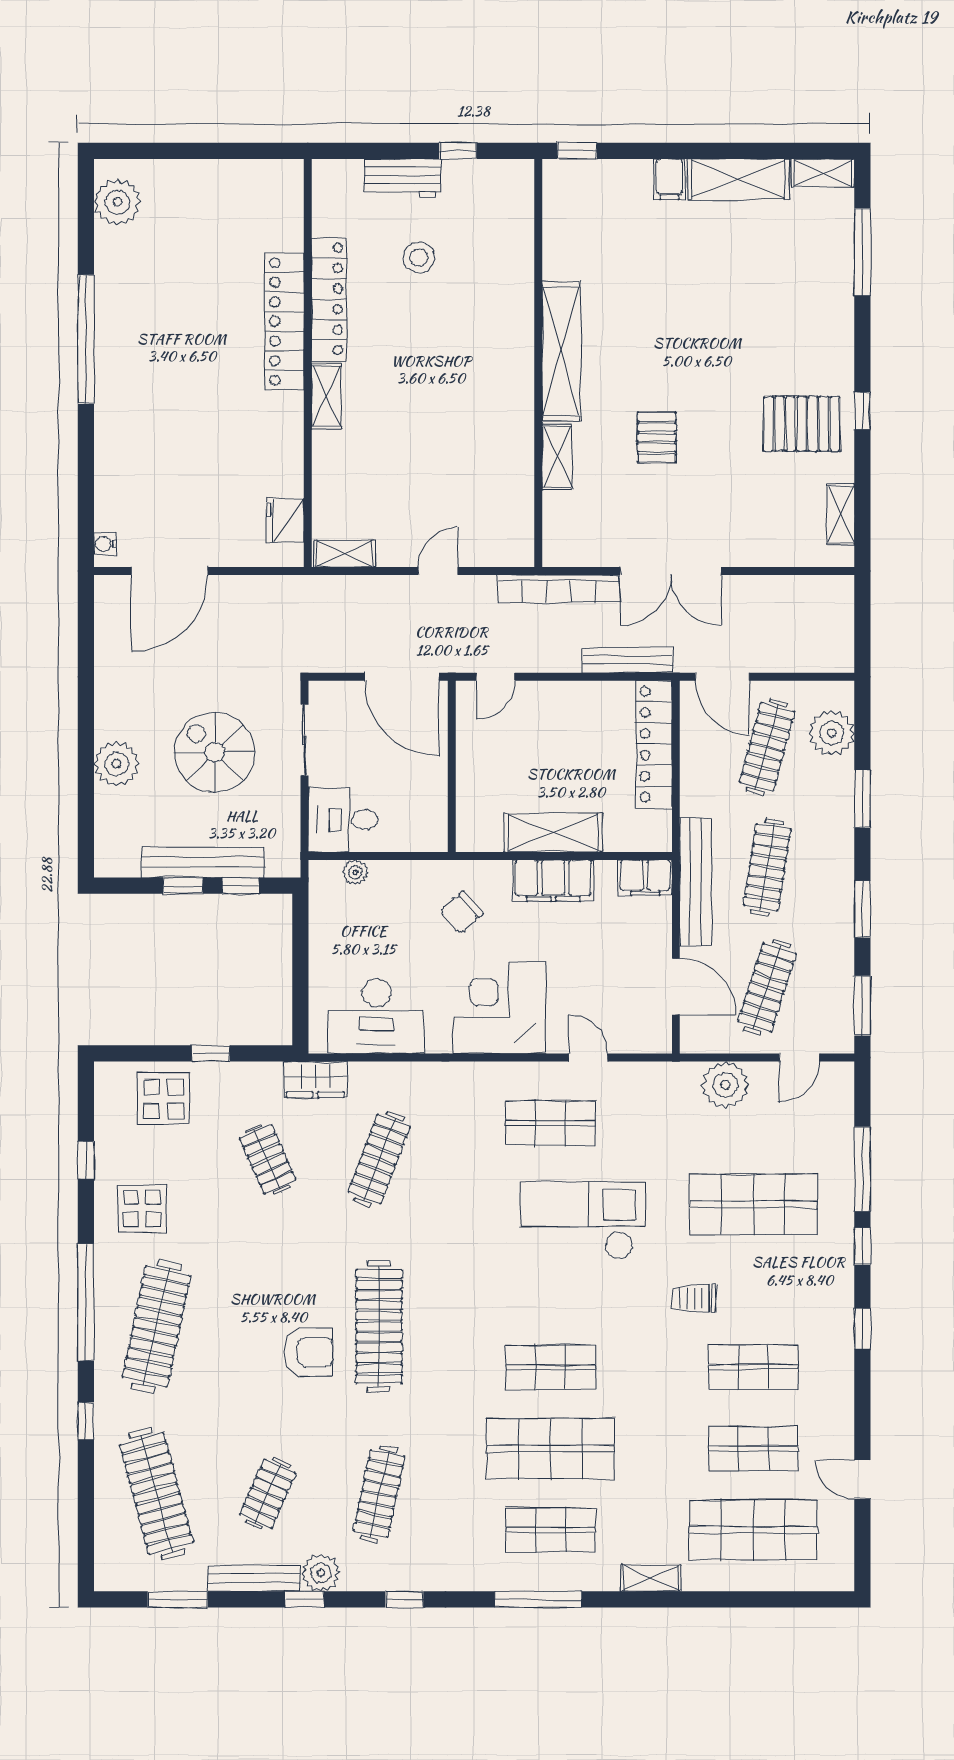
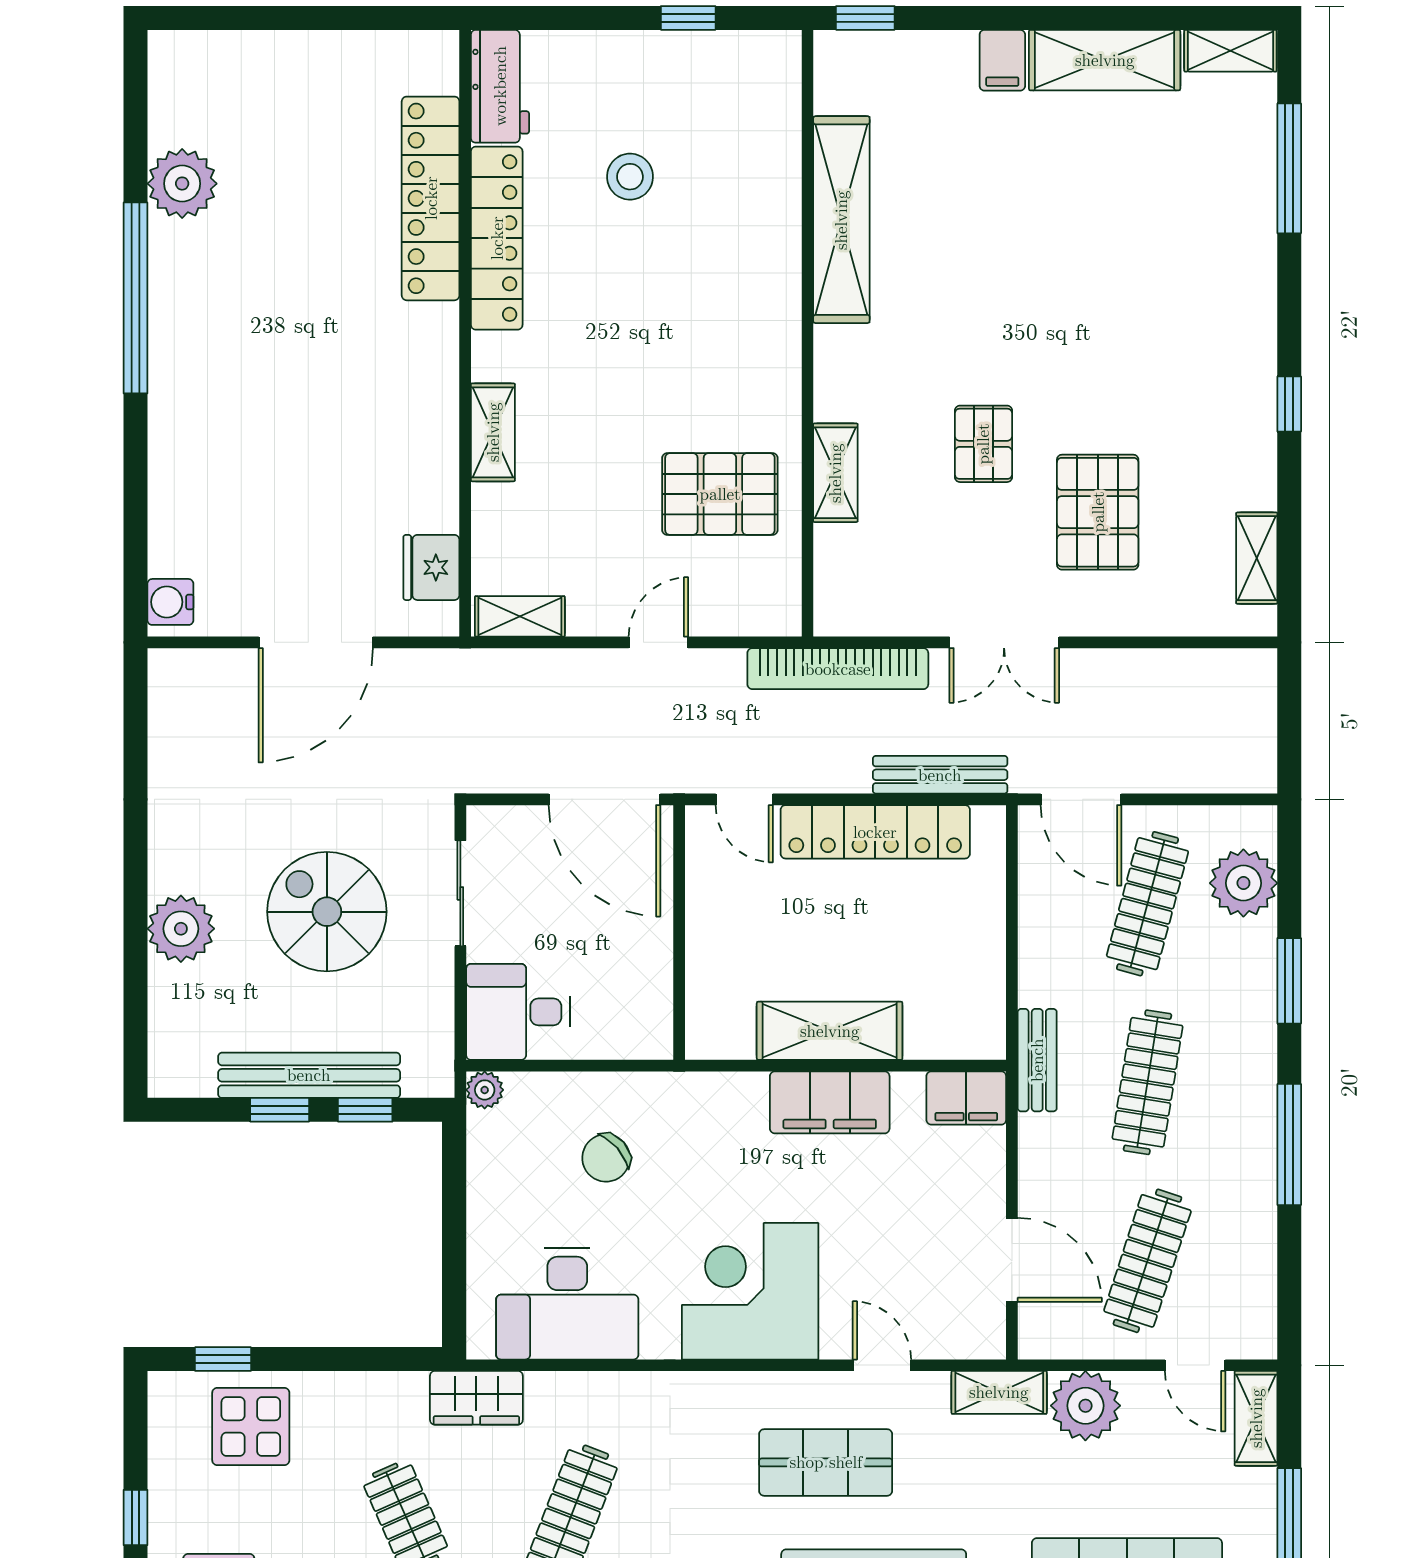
workbench: (403, 178) -> (500, 86), moved, turned -90
plant: (117, 202) -> (182, 184), moved
locker: (285, 321) -> (431, 198), moved
shelving: (561, 351) -> (841, 220), moved
shelving: (326, 396) -> (493, 432), moved
pallet: (802, 424) -> (1098, 512), moved, turned 90
pallet: (479, 471) -> (720, 494), added
water cooler: (105, 544) -> (170, 602), width x1.38, depth x1.38
door: (170, 571) -> (316, 642), moved
double door: (671, 571) -> (1004, 642), width x0.73
door: (496, 677) -> (744, 799), hinge flipped
locker: (654, 744) -> (875, 832), moved, turned -90
plant: (355, 872) -> (485, 1090), moved
bench: (696, 882) -> (1037, 1060), width x0.54, depth x0.82
window: (862, 909) -> (1289, 1145), width x1.44
chair: (461, 912) -> (606, 1158), moved
window: (862, 1006) -> (1289, 1288), removed
window: (211, 1053) -> (223, 1359), moved
door: (799, 1058) -> (1195, 1365), hinge flipped
shelving: (667, 1076) -> (999, 1392), added
shelving: (840, 1093) -> (1256, 1418), added

